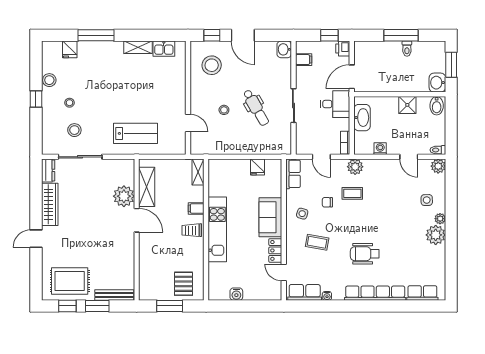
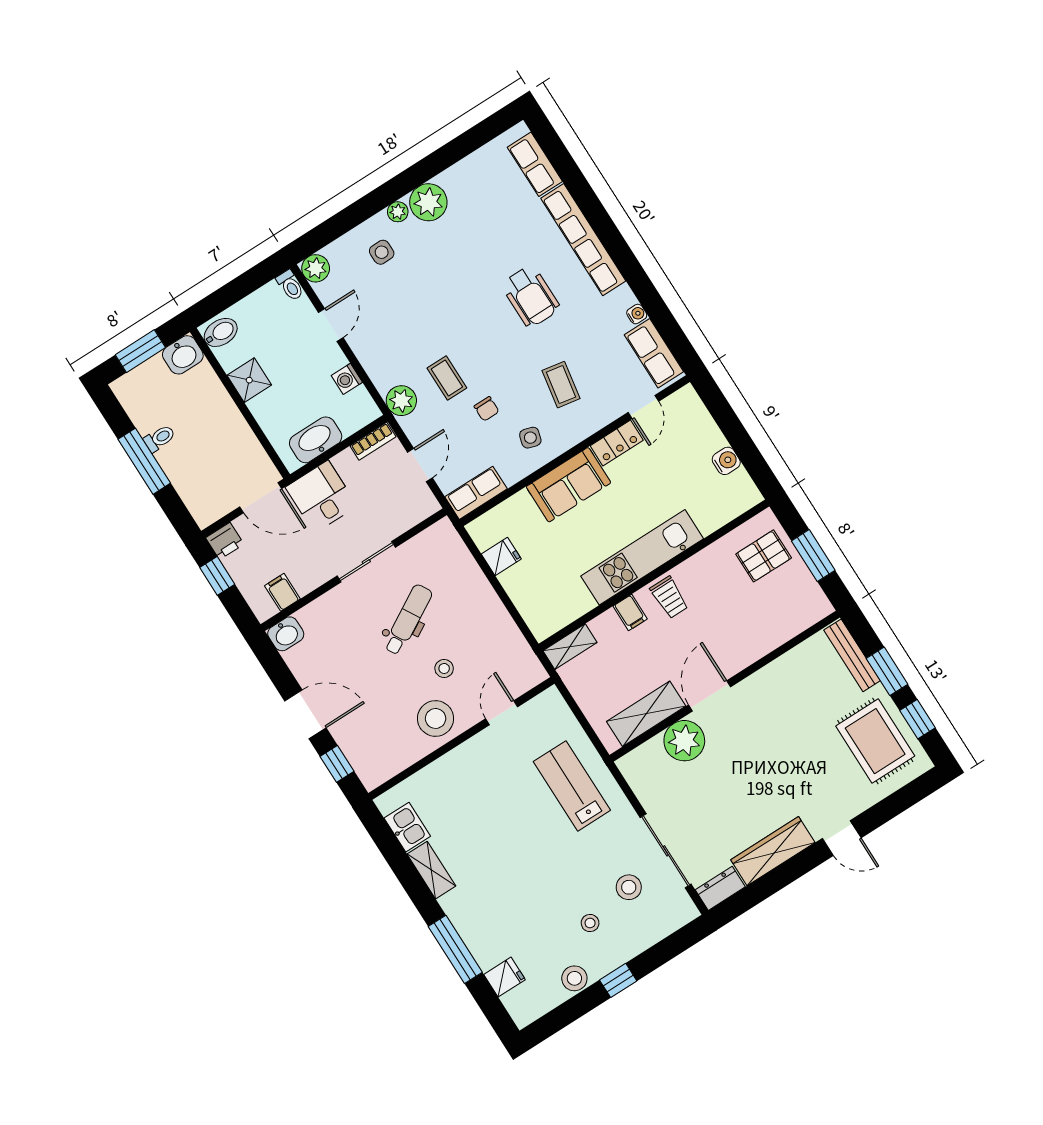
door: (243, 35) -> (305, 714), hinge flipped
stool: (212, 65) -> (436, 718), moved

